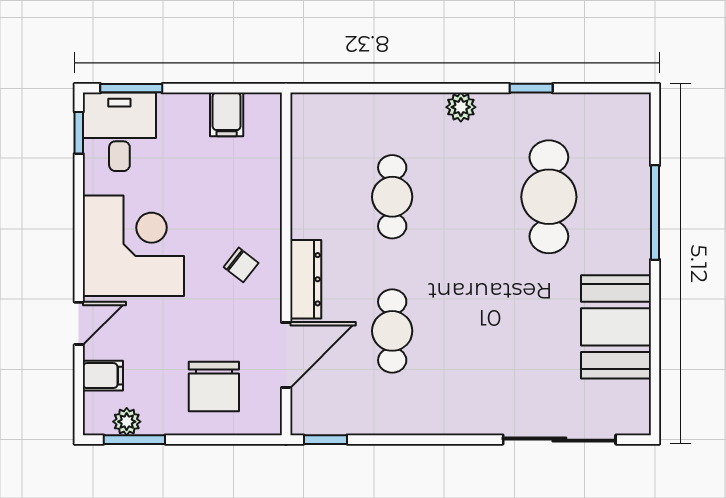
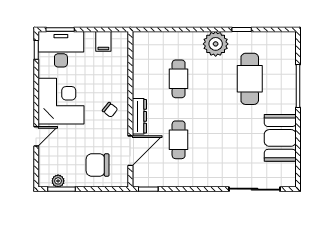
plant: (461, 107) -> (216, 44), width x1.88, depth x1.88
desk: (119, 132) -> (61, 49), width x1.37
filing cabinet: (103, 376) -> (47, 160), removed
chair: (214, 386) -> (98, 165), turned 90

